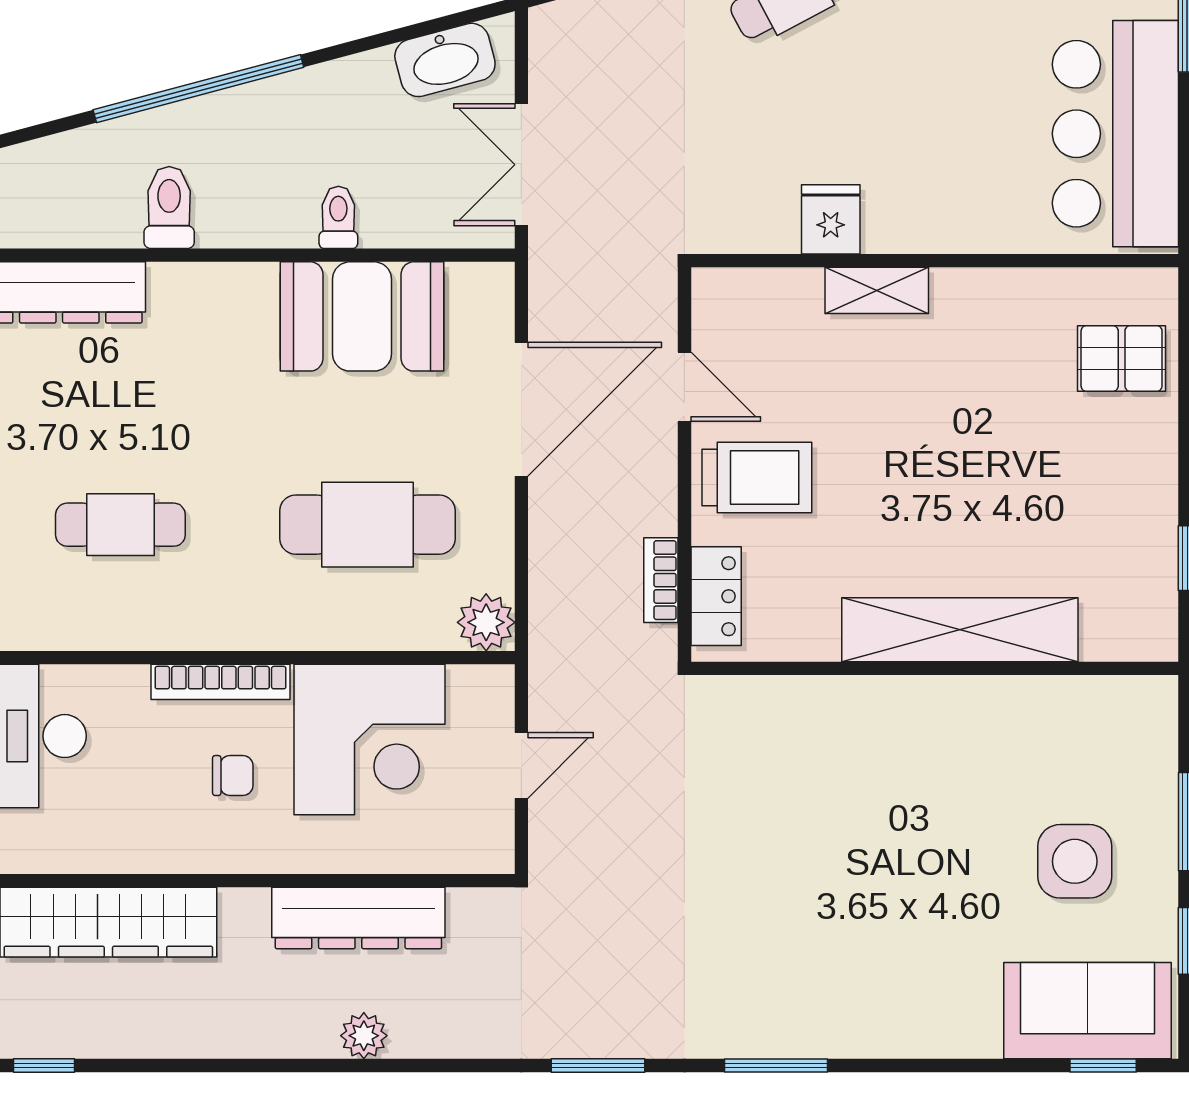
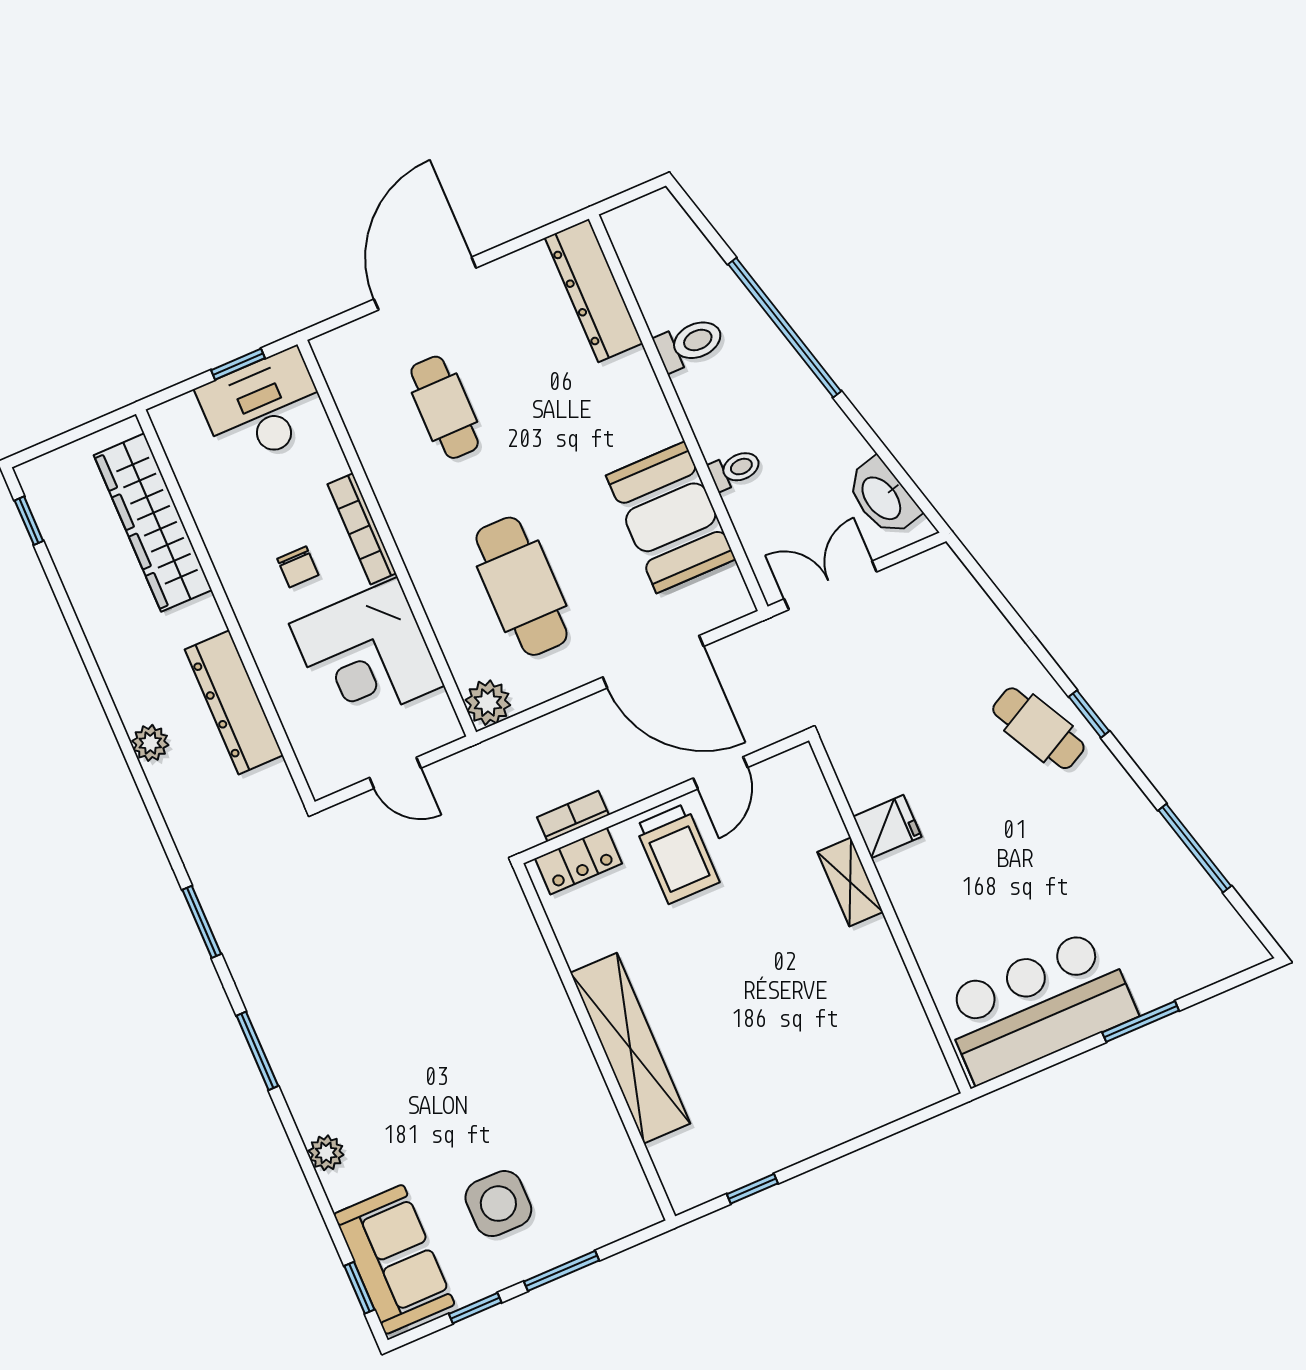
pallet: (1122, 358) -> (877, 1081), removed
plant: (929, 1037) -> (326, 1153), added

